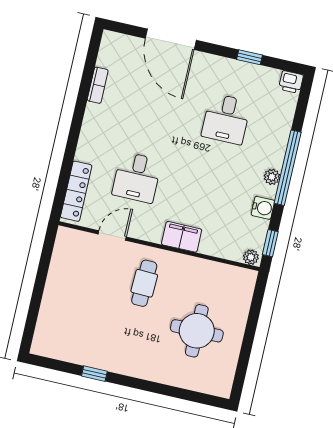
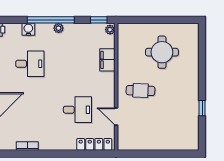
water cooler: (263, 208) -> (28, 29), moved
filing cabinet: (182, 237) -> (107, 60), moved

